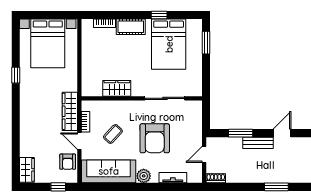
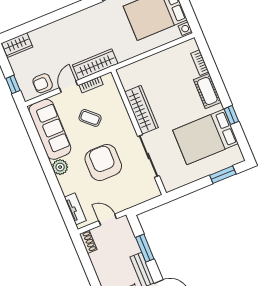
wardrobe: (117, 88) -> (141, 110), width x1.50
armchair: (155, 138) -> (103, 162), turned 90
tv unit: (173, 178) -> (75, 209), moved

